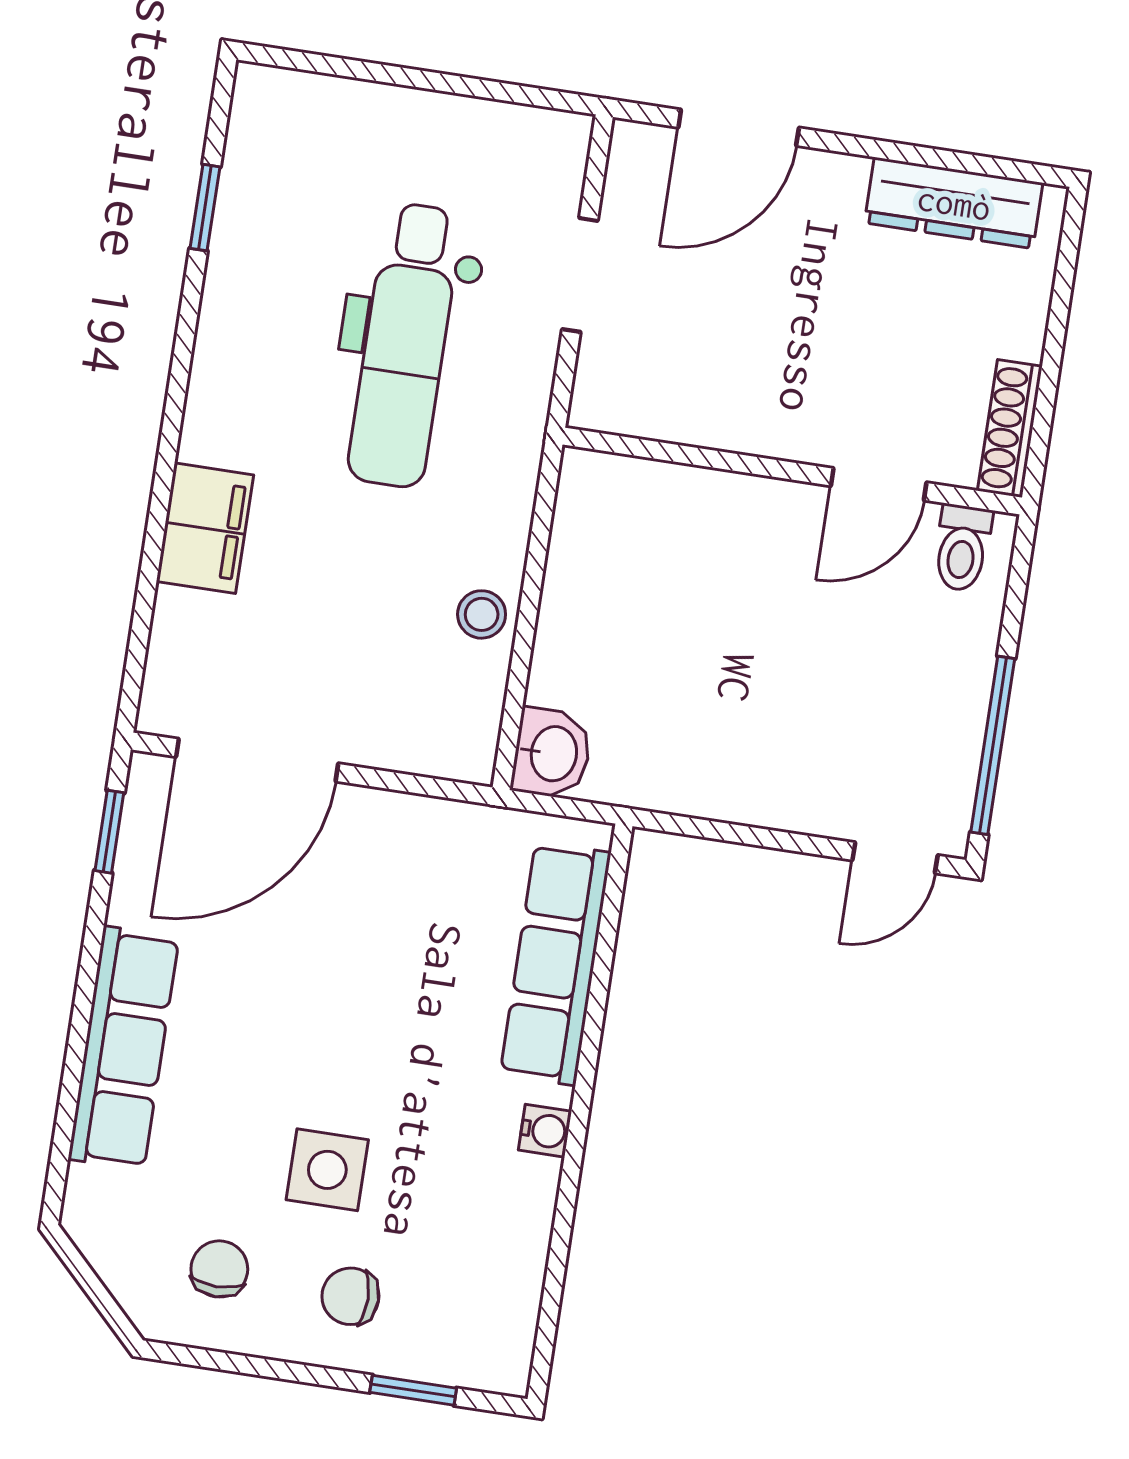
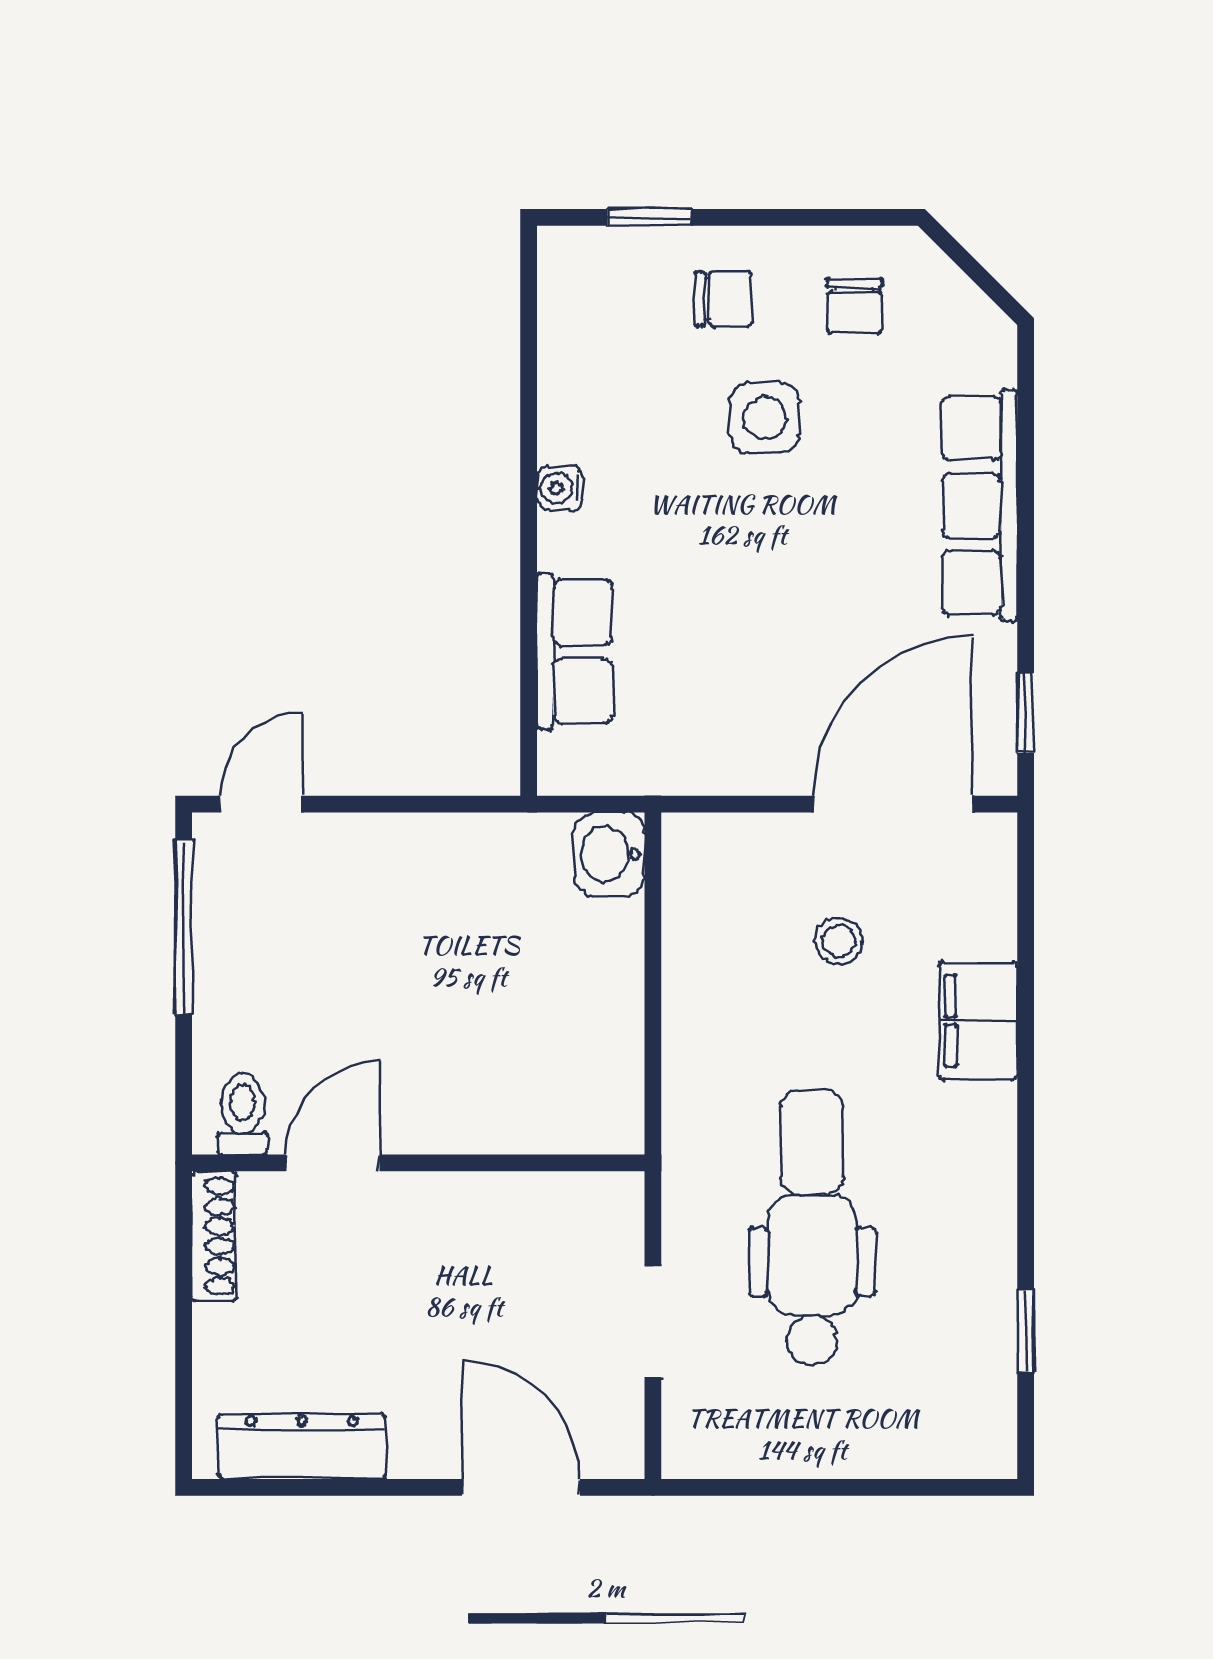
door: (739, 128) -> (521, 1487), hinge flipped
stool: (482, 614) -> (839, 941), moved
row of seats: (556, 963) -> (574, 652), width x0.68

